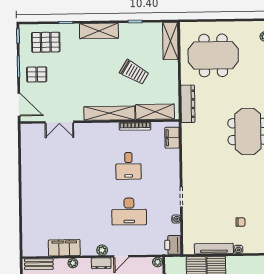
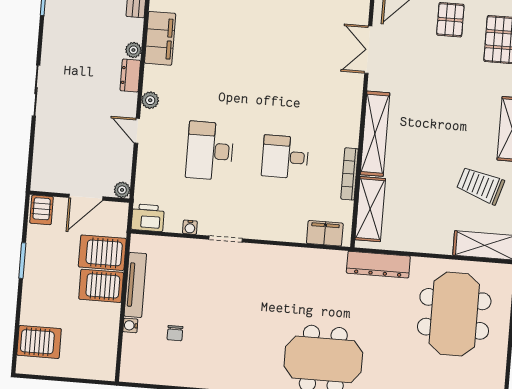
trolley: (134, 72) -> (481, 185), moved, turned 76
dresser: (101, 263) -> (130, 76), moved

